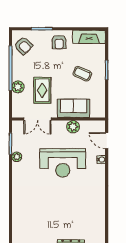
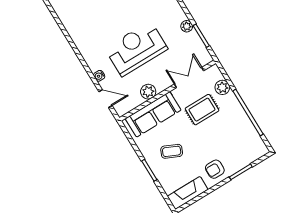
armchair: (59, 42) -> (215, 169), turned -90
armchair: (23, 46) -> (249, 143), removed
plant: (18, 87) -> (222, 87), moved
rug: (42, 90) -> (202, 110), turned 90
sofa: (74, 108) -> (153, 114), width x1.36

